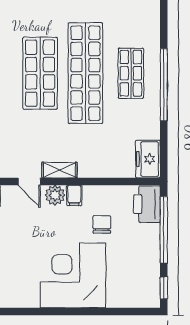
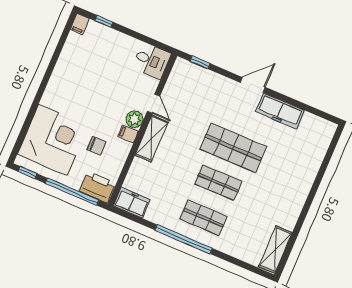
shop shelf: (85, 73) -> (218, 183), width x0.50, depth x0.74
shelving: (59, 170) -> (151, 139), width x1.50, depth x1.33
door: (29, 182) -> (153, 104), swing flipped
corner desk: (73, 275) -> (53, 140), moved

